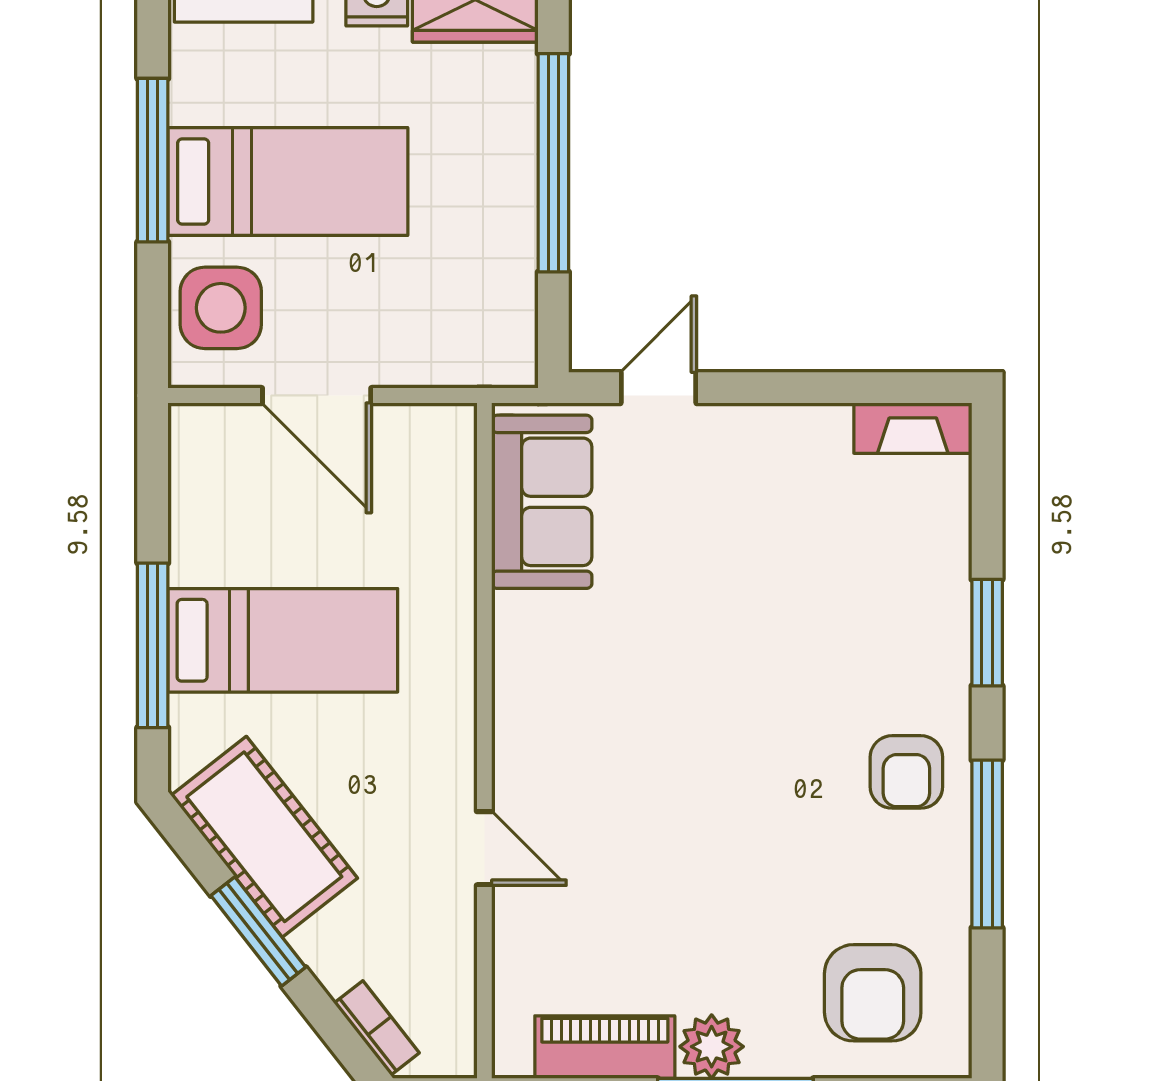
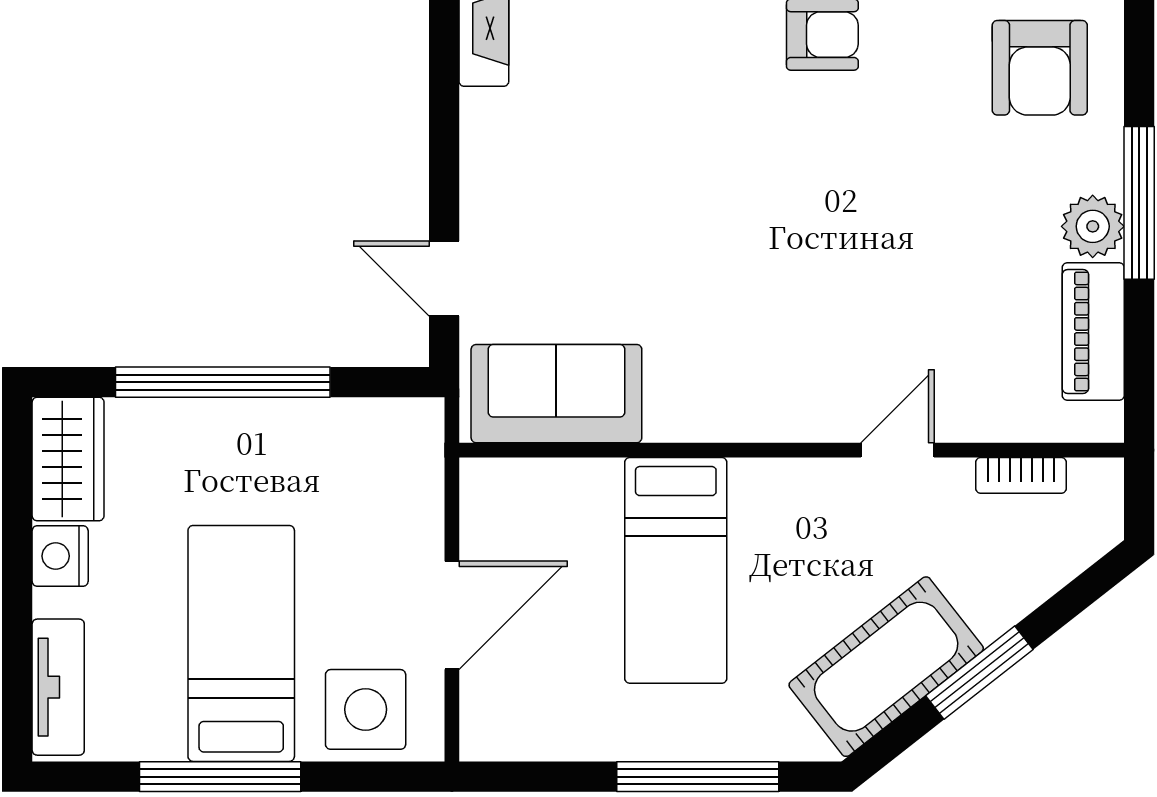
bed: (283, 640) -> (676, 570), moved, turned 180
armchair: (873, 993) -> (1040, 68), turned 90
bookcase: (377, 1028) -> (1021, 475), moved, turned -142

